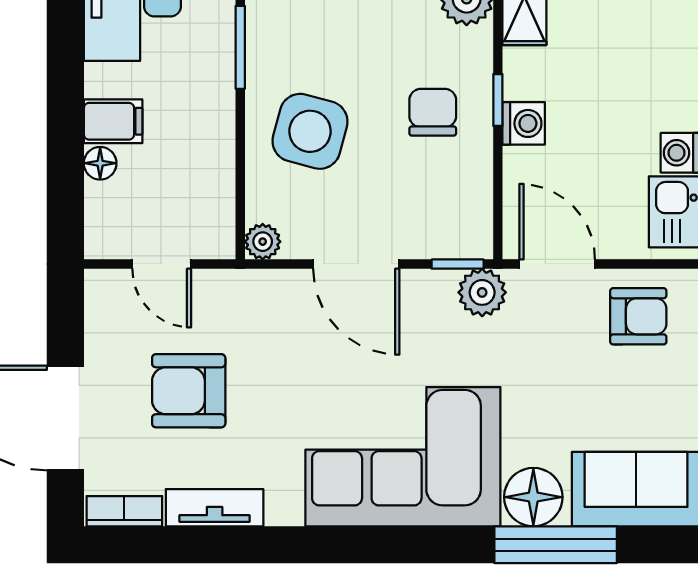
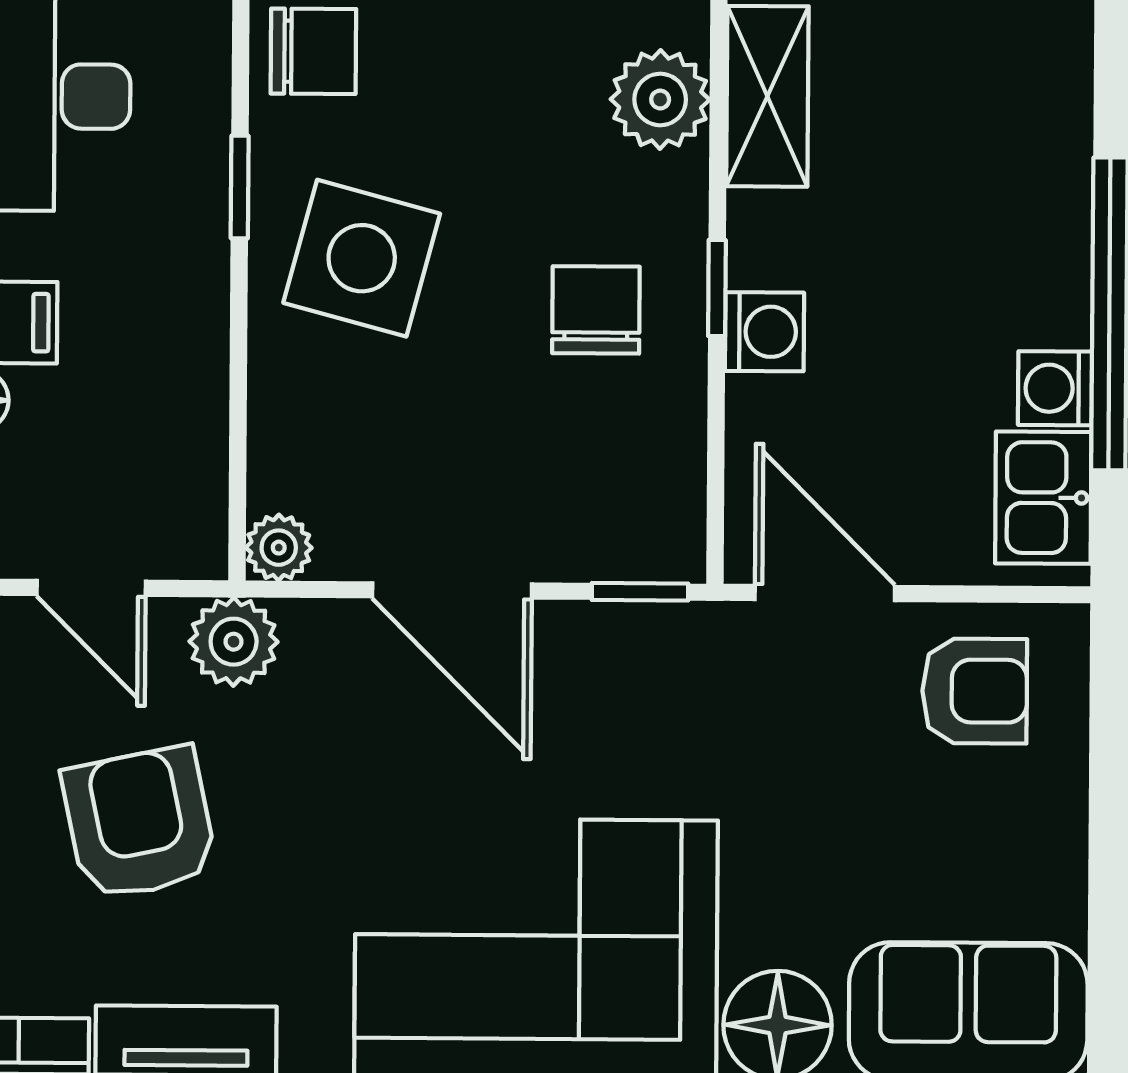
window: (240, 47) -> (240, 187), width x0.67
side table: (310, 131) -> (362, 258), moved
plant: (482, 292) -> (234, 642), moved
armchair: (189, 391) -> (140, 823), turned 78

